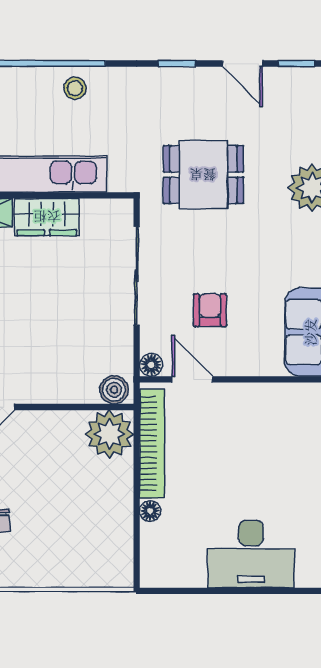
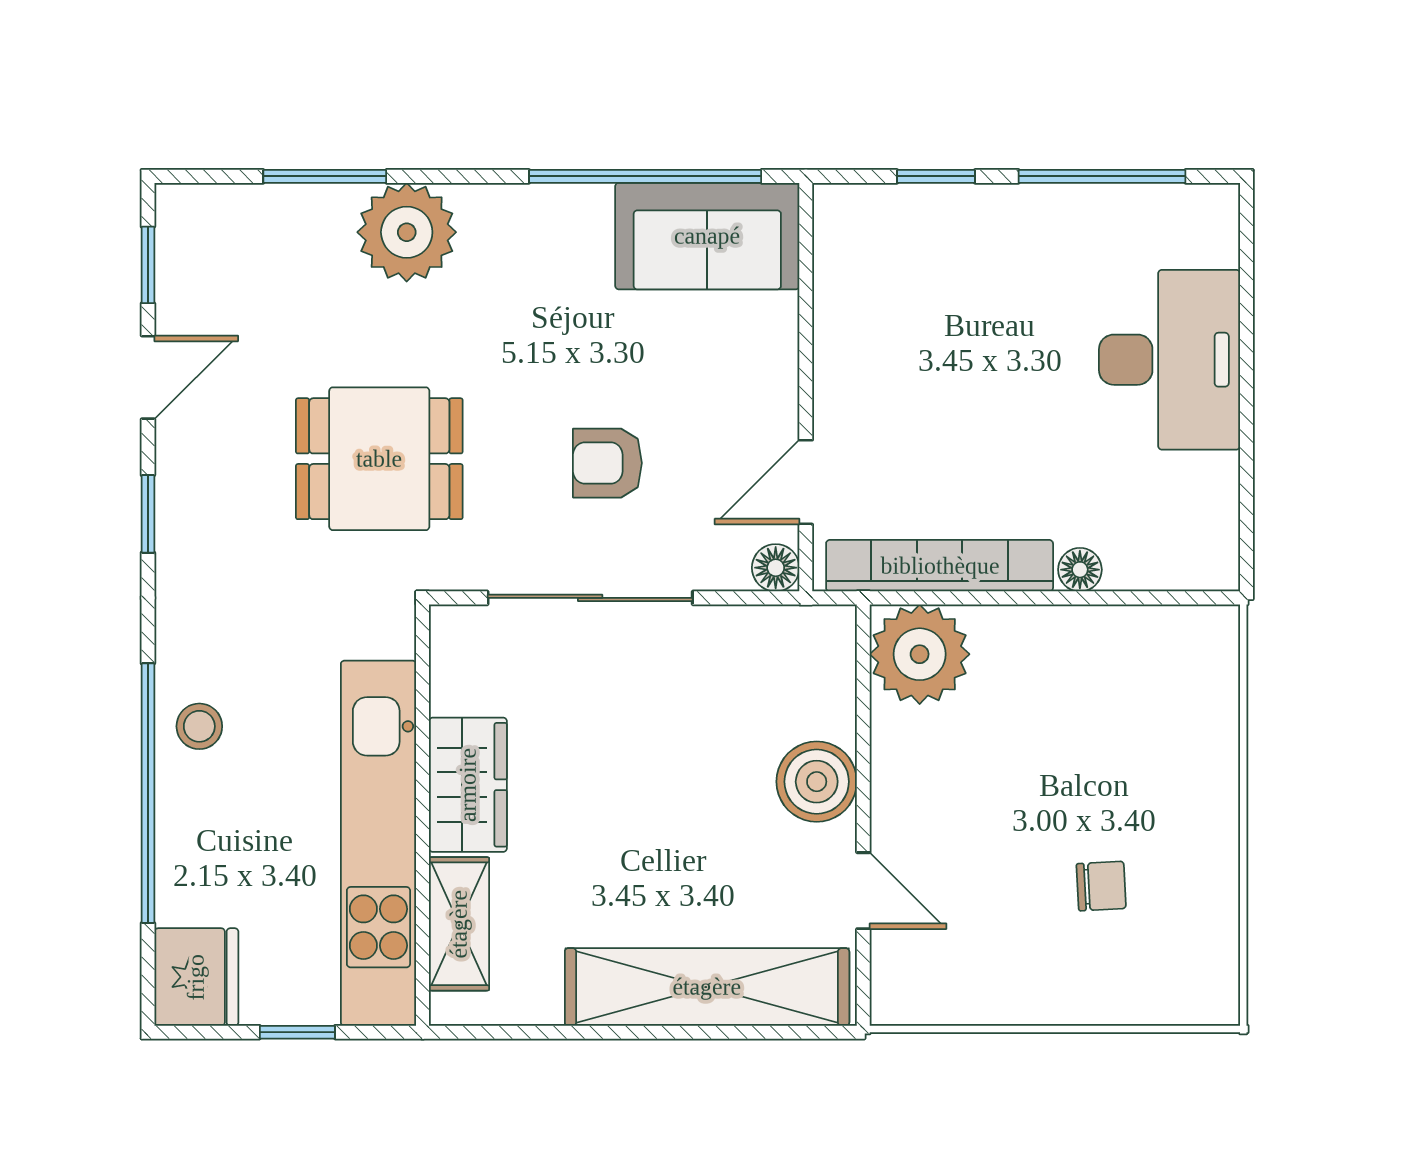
dining table: (203, 175) -> (379, 459), turned 90
armchair: (210, 310) -> (607, 463), moved
boiler: (114, 390) -> (817, 782), moved, width x1.36, depth x1.36

